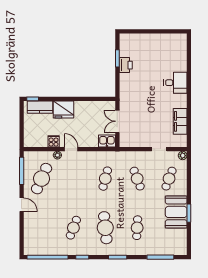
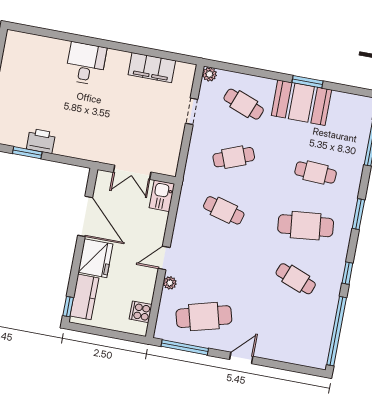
door: (87, 99) -> (85, 216), added
cooker: (54, 141) -> (141, 312), moved
cafe table: (42, 179) -> (204, 317), turned -39

